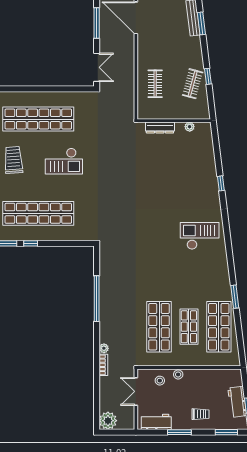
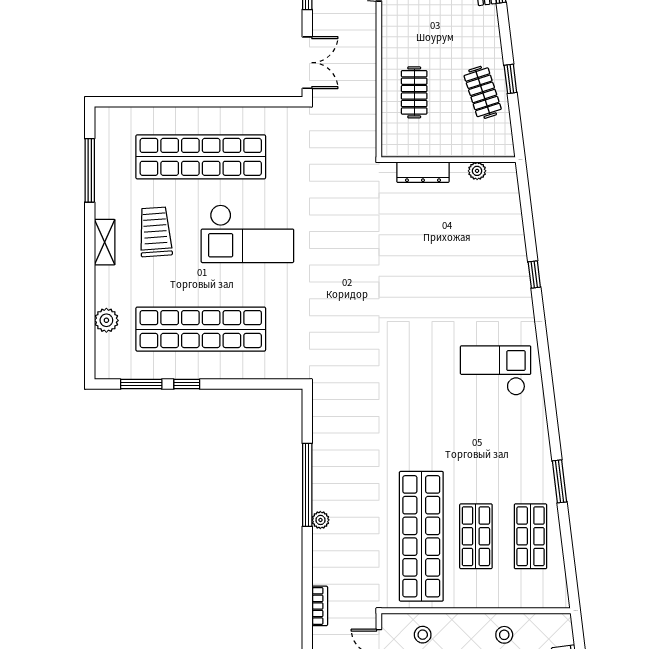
clothes rail: (193, 84) -> (483, 92), turned -33
checkout: (64, 161) -> (247, 234), width x1.36, depth x1.21
shop shelf: (159, 327) -> (421, 536), width x1.40
shop shelf: (219, 327) -> (531, 536), width x0.70, depth x0.74
plant: (104, 348) -> (320, 520), moved
stool: (178, 374) -> (504, 635), moved

